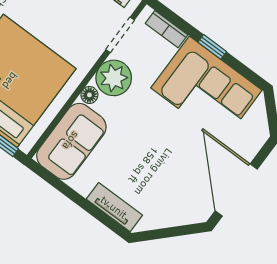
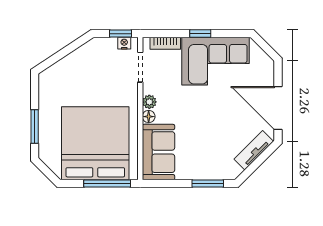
plant: (114, 78) -> (149, 102), width x0.53, depth x0.53
tv unit: (114, 207) -> (254, 150), moved, turned -45
window: (99, 215) -> (208, 184), added

